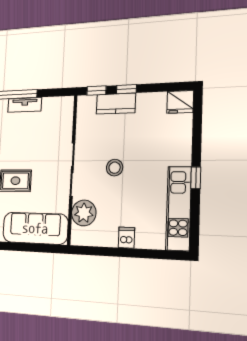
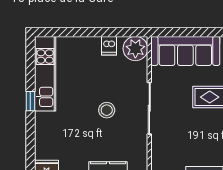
plant: (84, 213) -> (135, 49), moved
dishwasher: (126, 238) -> (109, 46), moved

